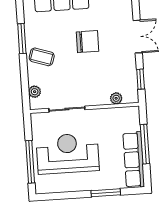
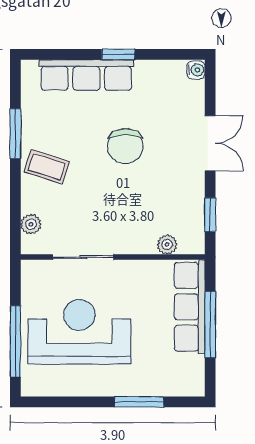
chair: (87, 42) -> (125, 146), turned 90
row of seats: (134, 160) -> (190, 307), moved

